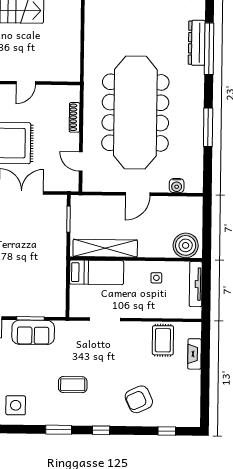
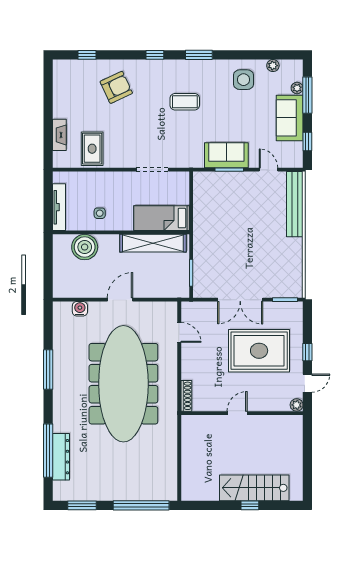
shoe rack: (75, 117) -> (186, 396), moved
boiler: (186, 245) -> (85, 247), moved

